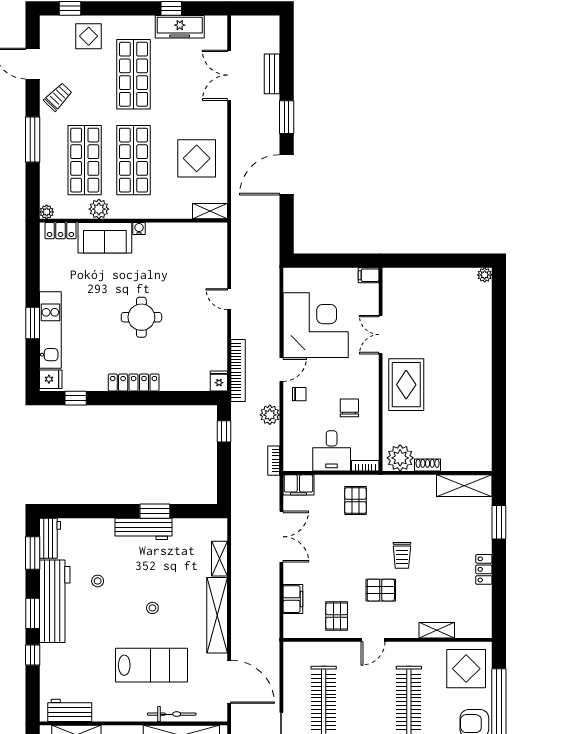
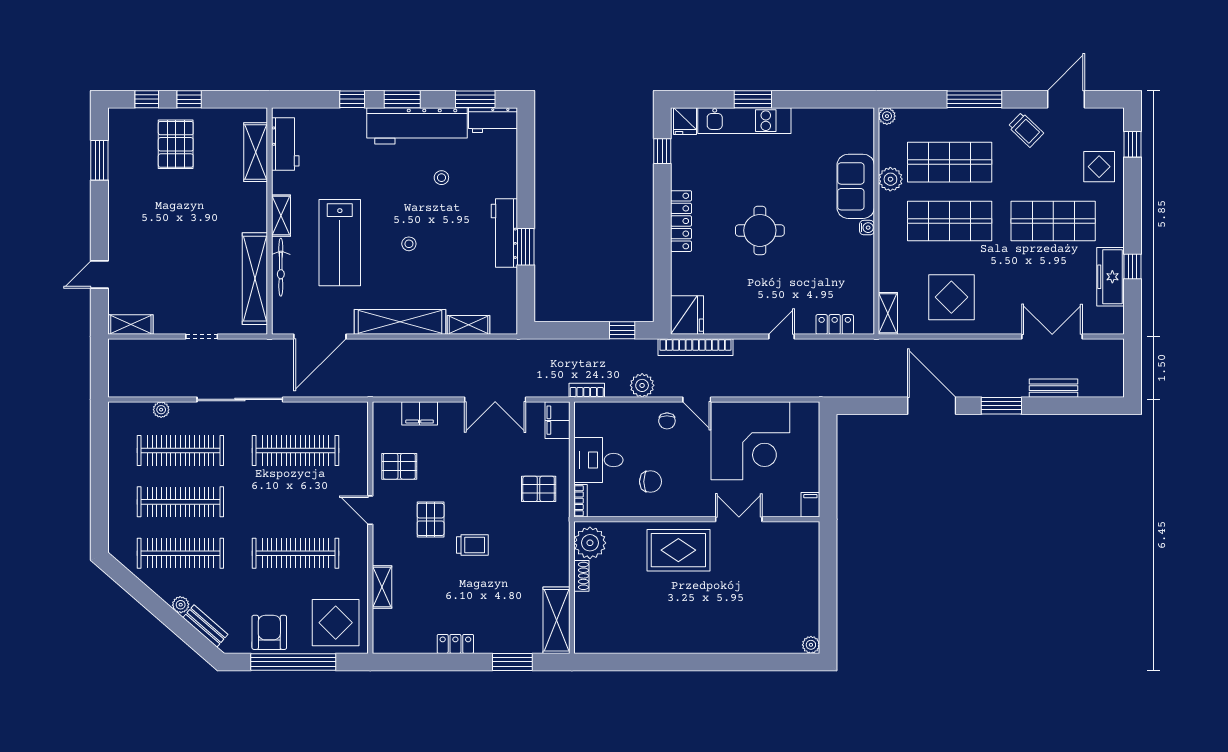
locker: (60, 231) -> (835, 324), moved, turned 90
fridge: (219, 381) -> (687, 315), width x1.88, depth x1.34
trolley: (402, 555) -> (472, 545), turned 180
shelving: (129, 714) -> (281, 216), added

